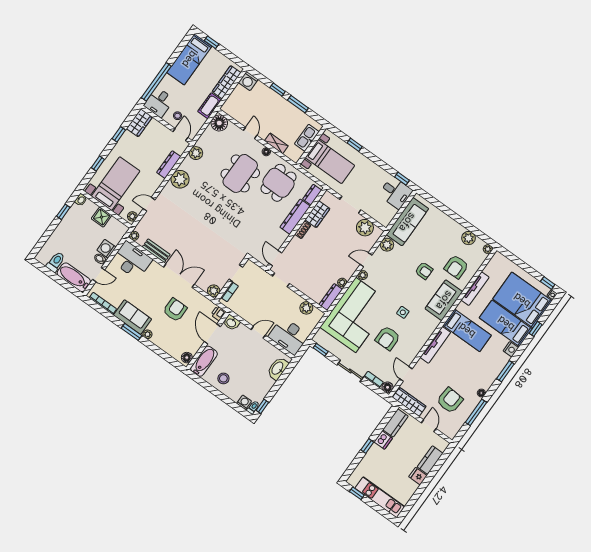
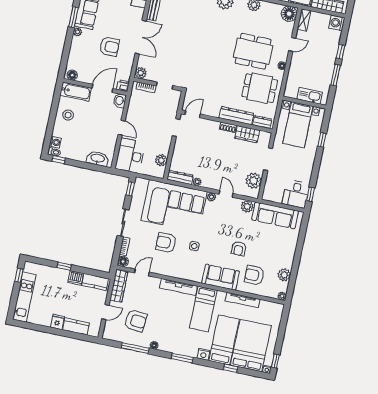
shelving: (276, 143) -> (304, 20), moved

